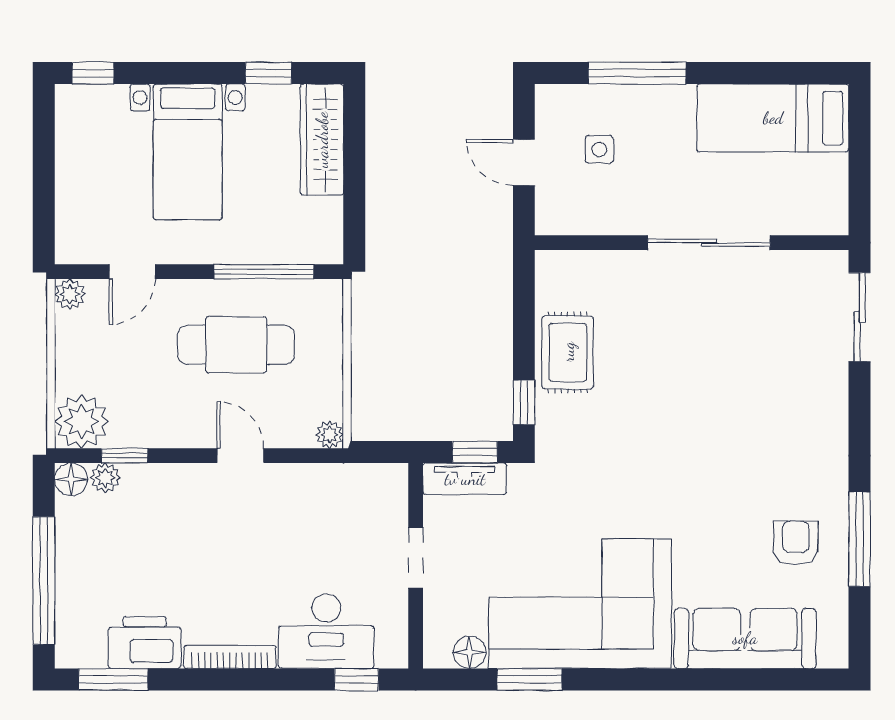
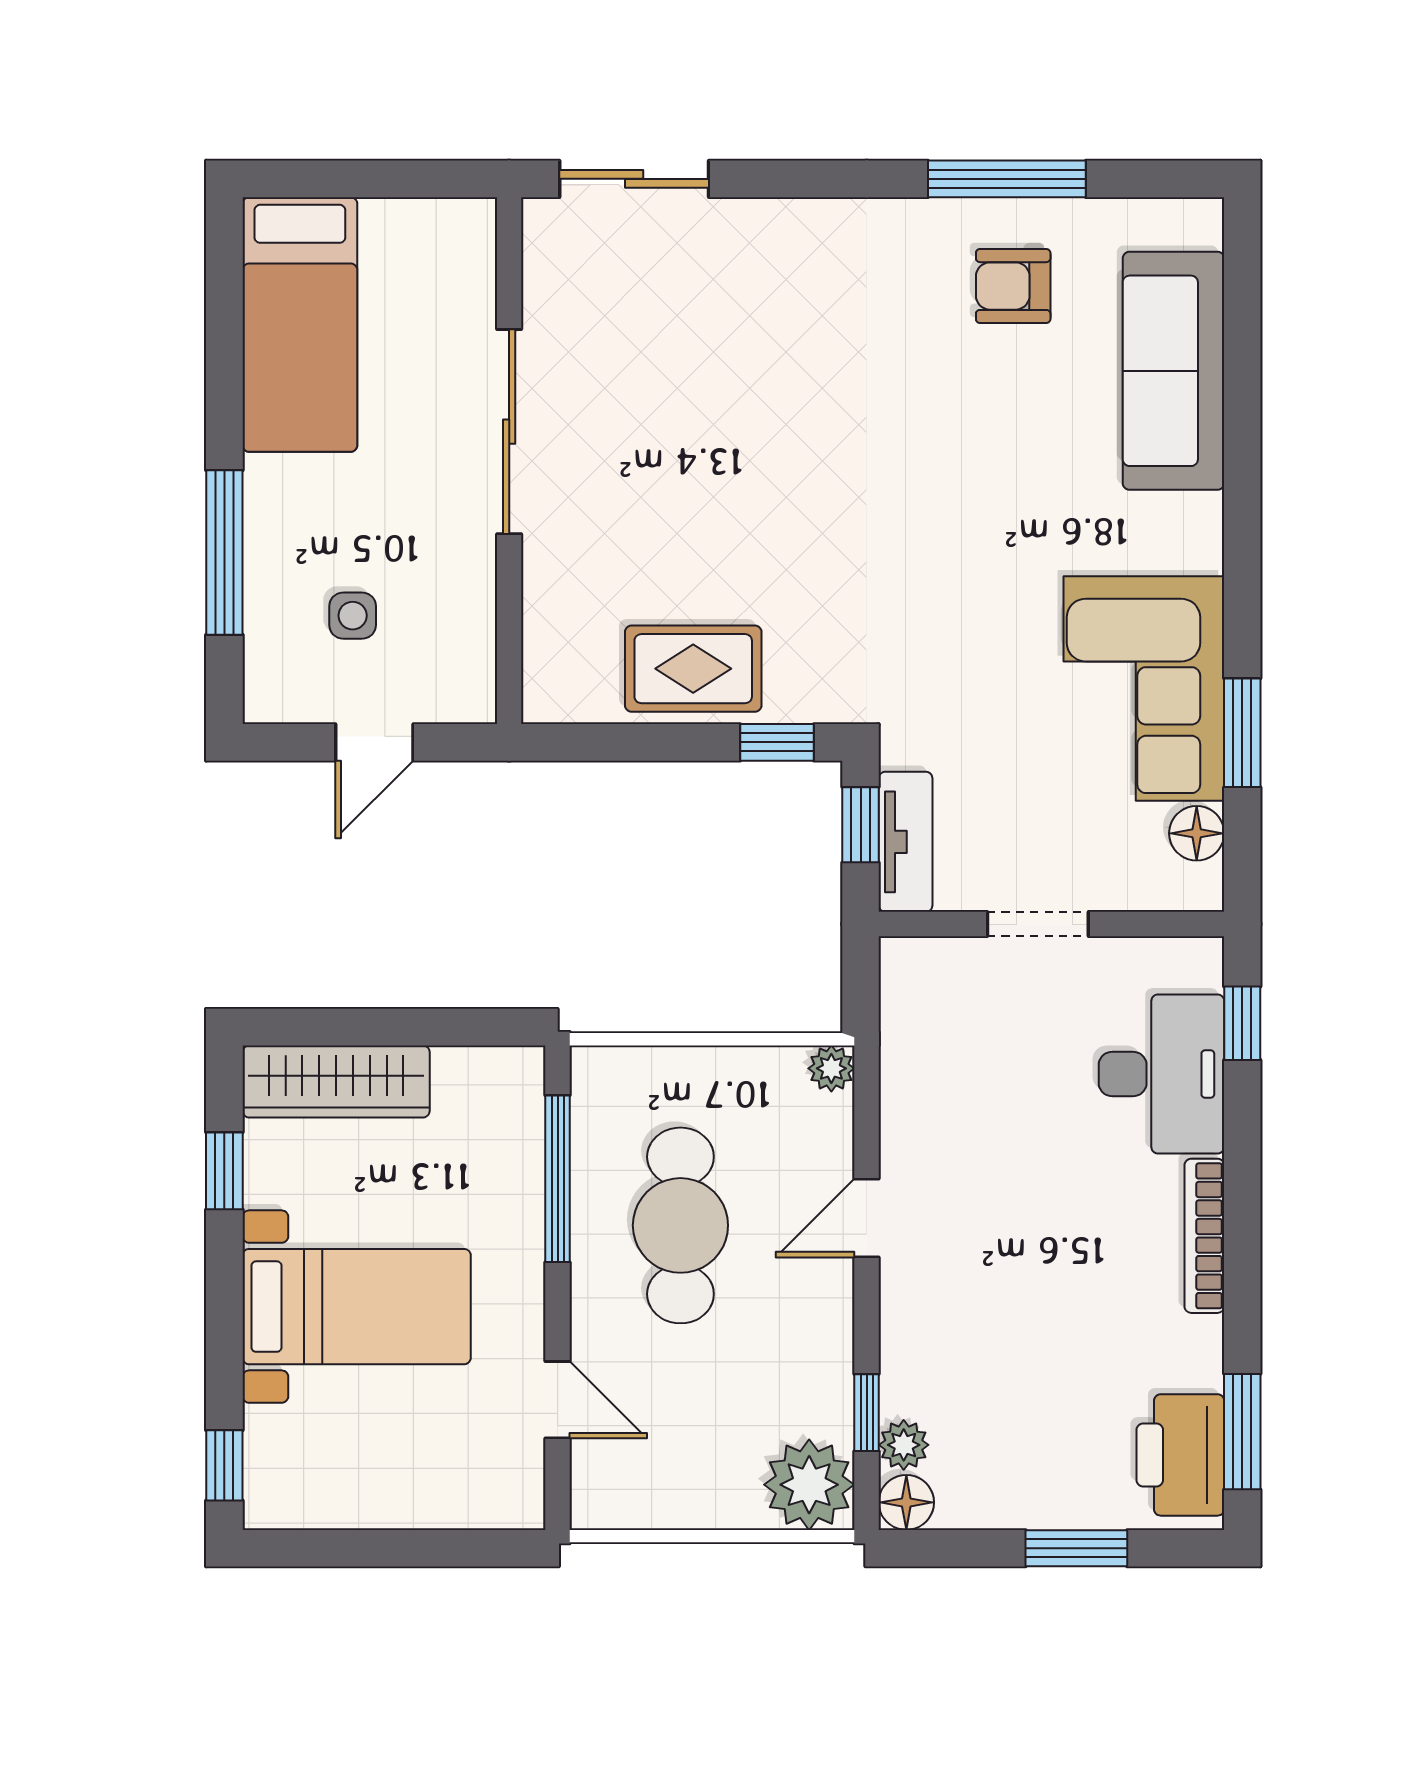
plant: (70, 294) -> (595, 1504), removed
window: (44, 581) -> (1076, 1548), width x0.47
corner sofa: (580, 604) -> (1144, 689), width x0.73, depth x0.74
printer: (145, 643) -> (1180, 1455), moved

